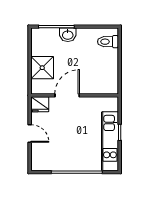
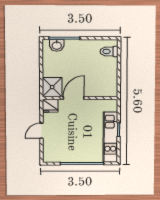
washbasin: (68, 35) -> (57, 45), moved
shower: (42, 68) -> (52, 87), moved
door: (30, 133) -> (41, 131), swing flipped

